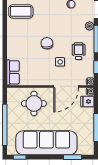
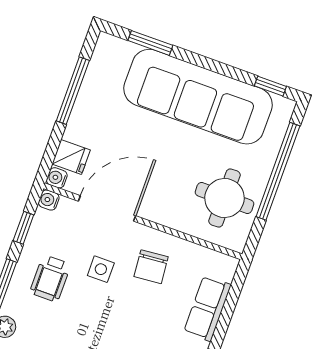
chair: (47, 43) -> (151, 267), moved
row of seats: (13, 72) -> (207, 308), moved
round table: (34, 103) -> (225, 198), moved

